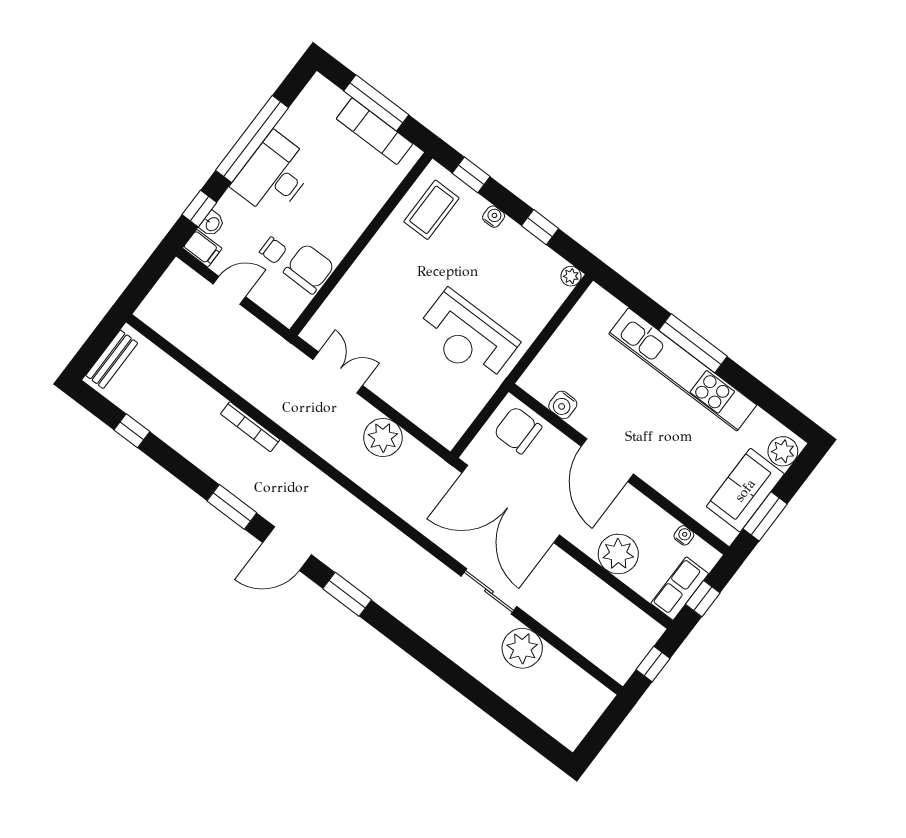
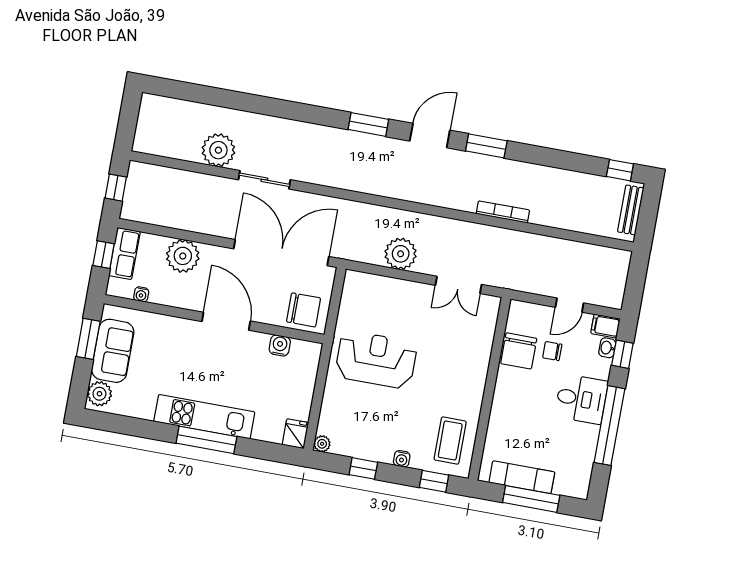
desk: (274, 175) -> (581, 399), width x0.73
fridge: (594, 301) -> (295, 434), added
kitchen unit: (683, 369) -> (204, 417), width x0.73
window: (132, 431) -> (620, 170), moved

